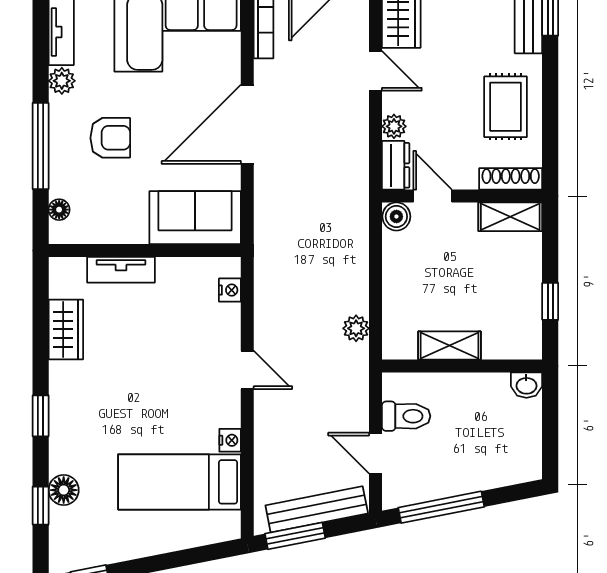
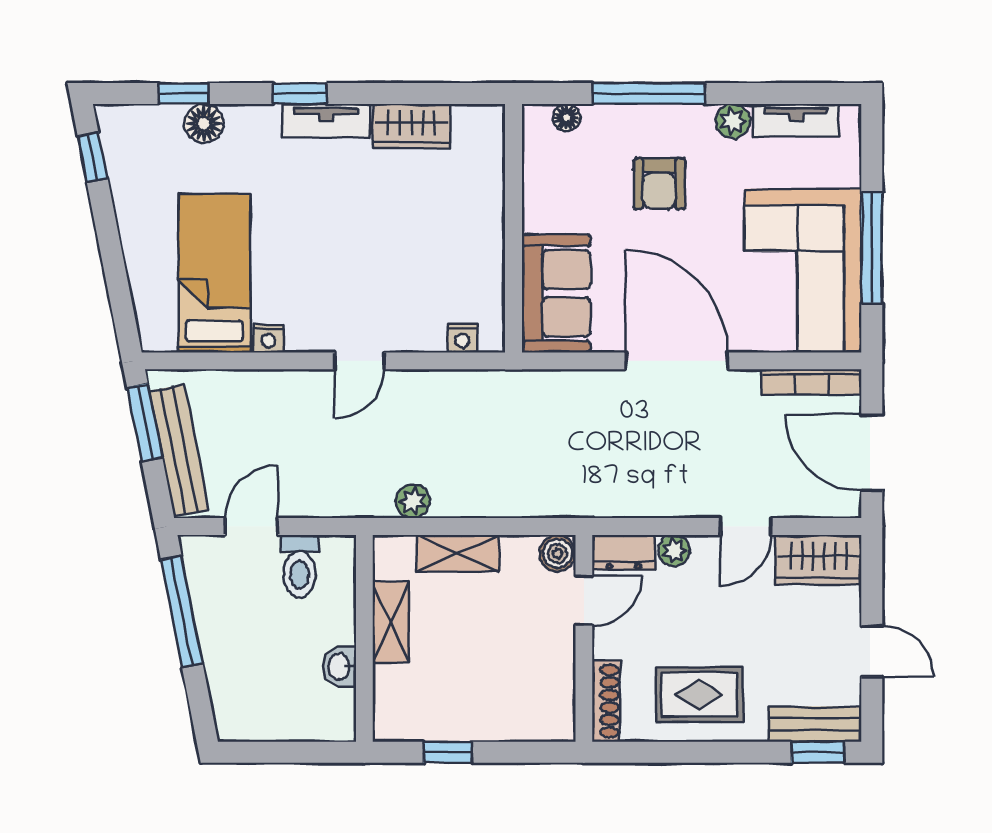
shelving: (510, 217) -> (458, 553), moved, turned 90
tv unit: (121, 270) -> (326, 121), moved, turned -90
washbasin: (526, 385) -> (340, 667), moved

